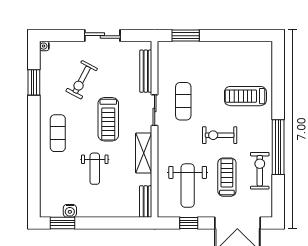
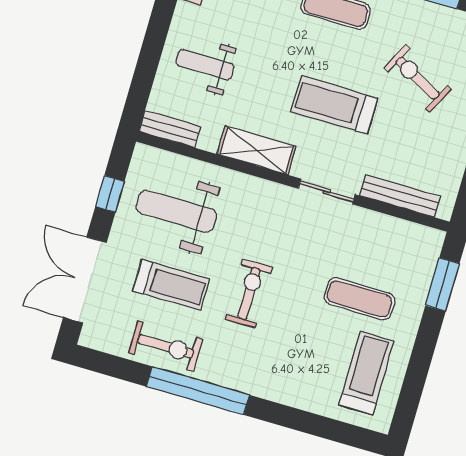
treadmill: (245, 96) -> (366, 373), moved
exercise mat: (183, 101) -> (360, 299), moved
weight bench: (95, 169) -> (205, 65), moved

